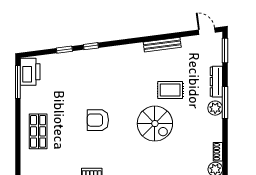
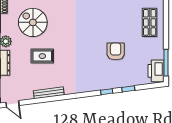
armchair: (98, 120) -> (116, 51), moved, turned -90
spiral stairs: (155, 124) -> (33, 22), moved

